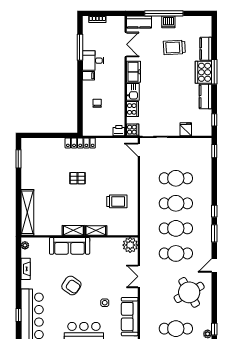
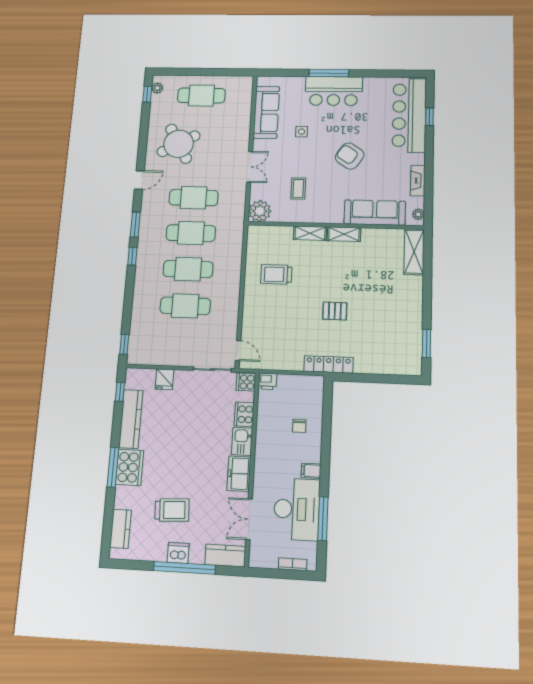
kitchen counter: (206, 49) -> (121, 529), moved
desk: (93, 61) -> (297, 509), width x1.87, depth x1.30
kitchen counter: (205, 97) -> (131, 419), width x1.50
shelving: (27, 212) -> (414, 252), width x0.68
sofa: (70, 246) -> (375, 213), moved
coffee table: (105, 262) -> (298, 188), added

